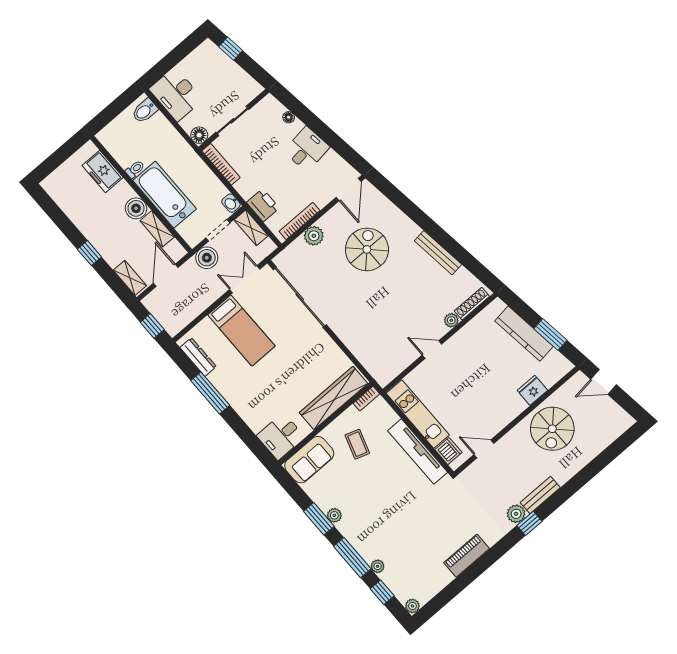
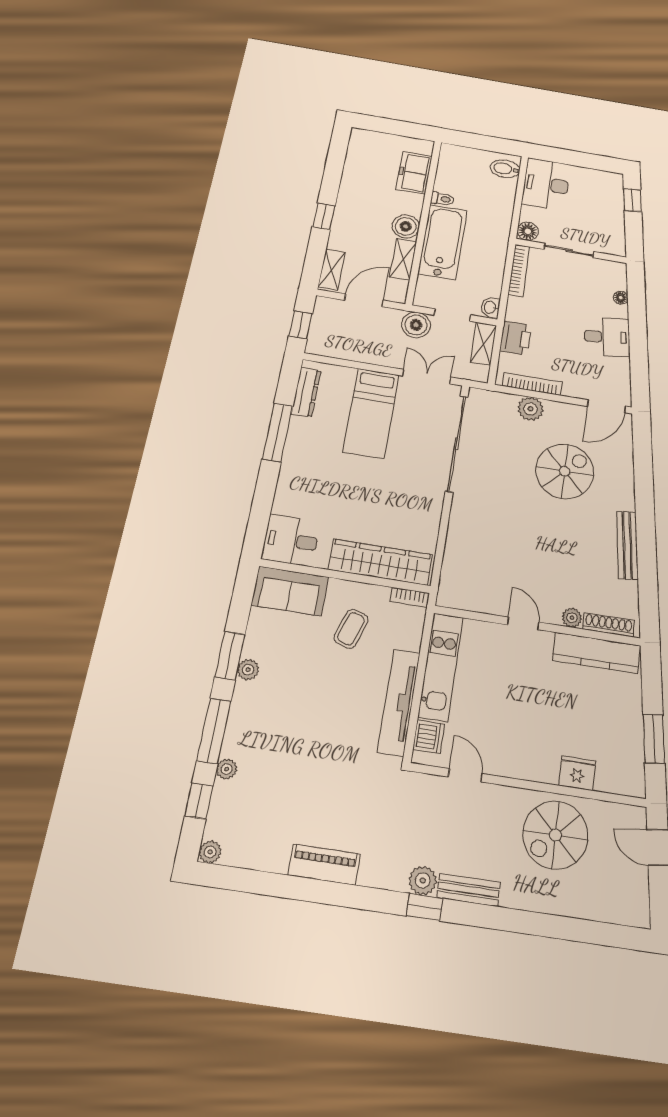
kitchen counter: (524, 334) -> (596, 653), moved, turned -83

